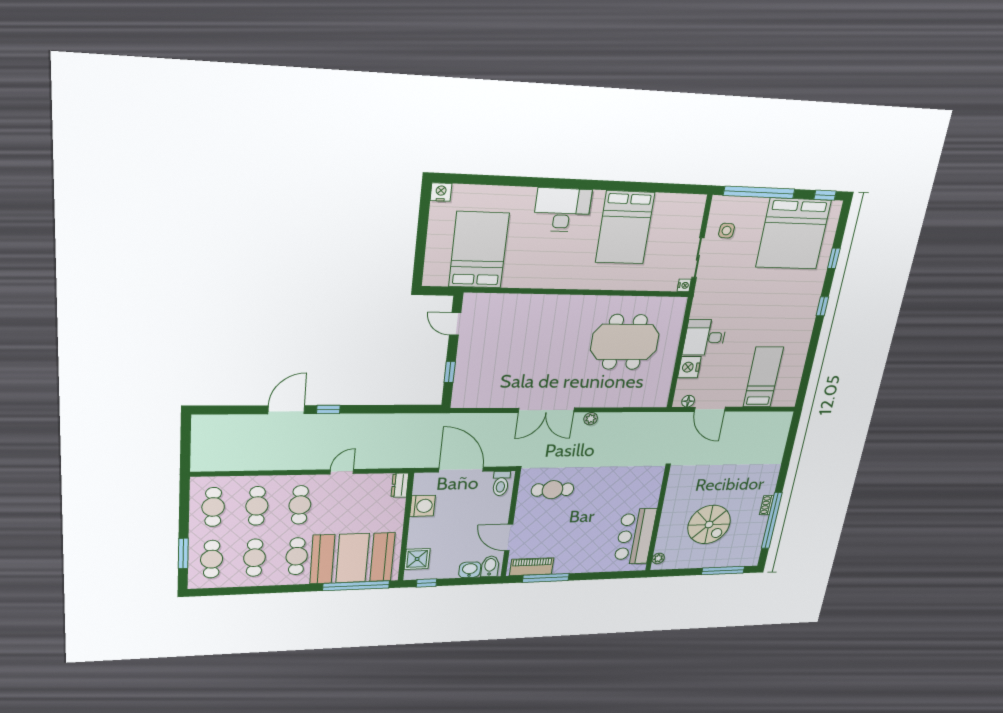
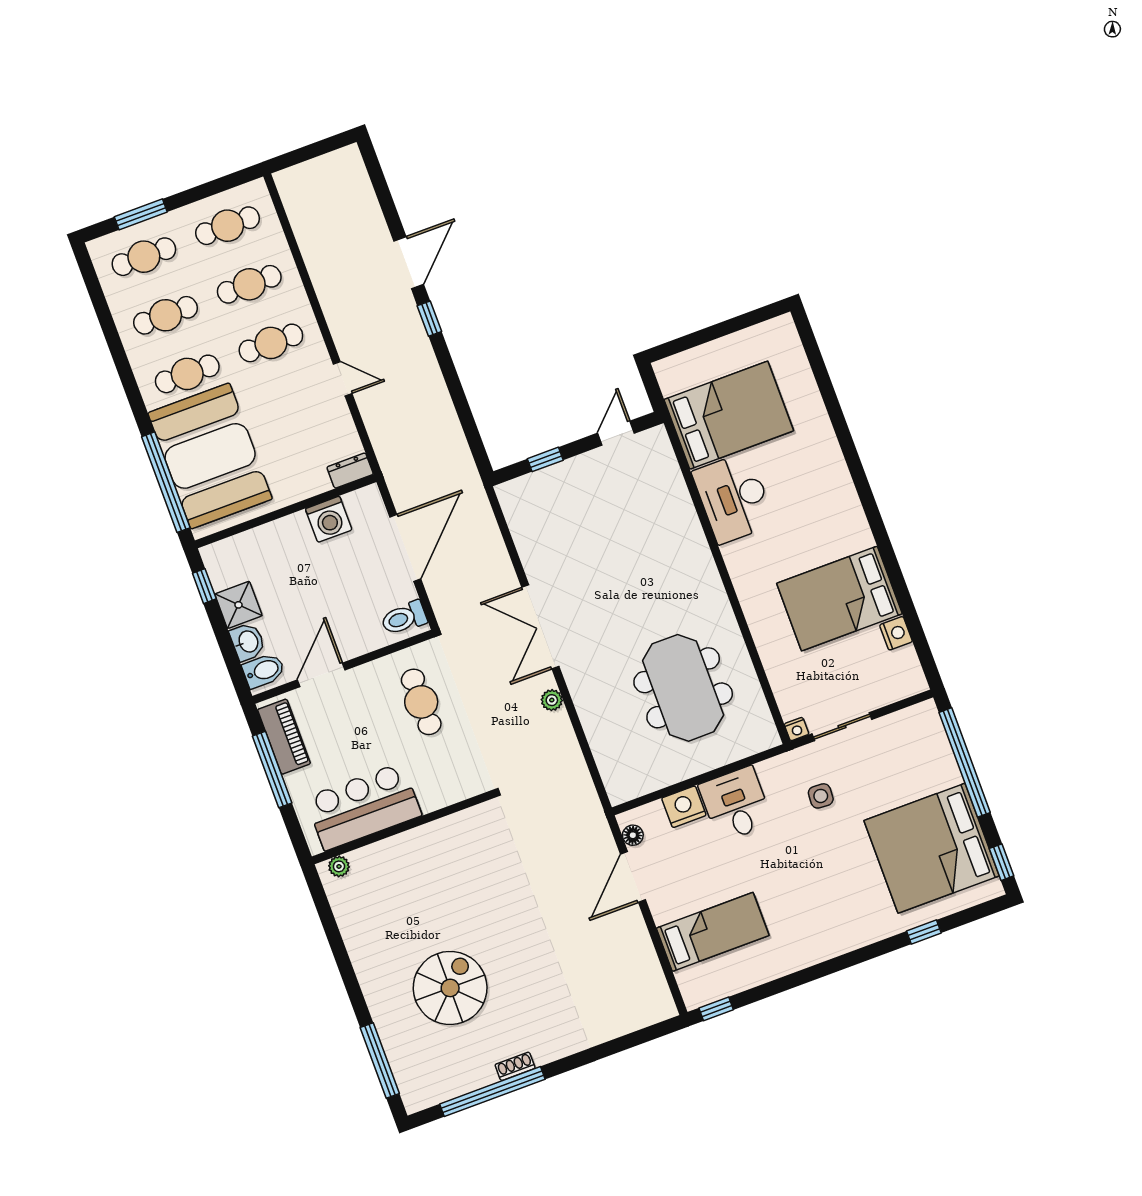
nightstand: (441, 192) -> (896, 633), moved
desk: (562, 210) -> (734, 498), moved, turned 180
side table: (727, 231) -> (821, 796), moved
window: (822, 306) -> (716, 1009), moved
door: (286, 410) -> (409, 263), hinge flipped
wall: (657, 520) -> (403, 827), moved
spiral stairs: (709, 524) -> (450, 988), turned 180
bar counter: (635, 536) -> (363, 807), moved
plant: (658, 558) -> (339, 866), moved
shower: (417, 559) -> (238, 605), moved

